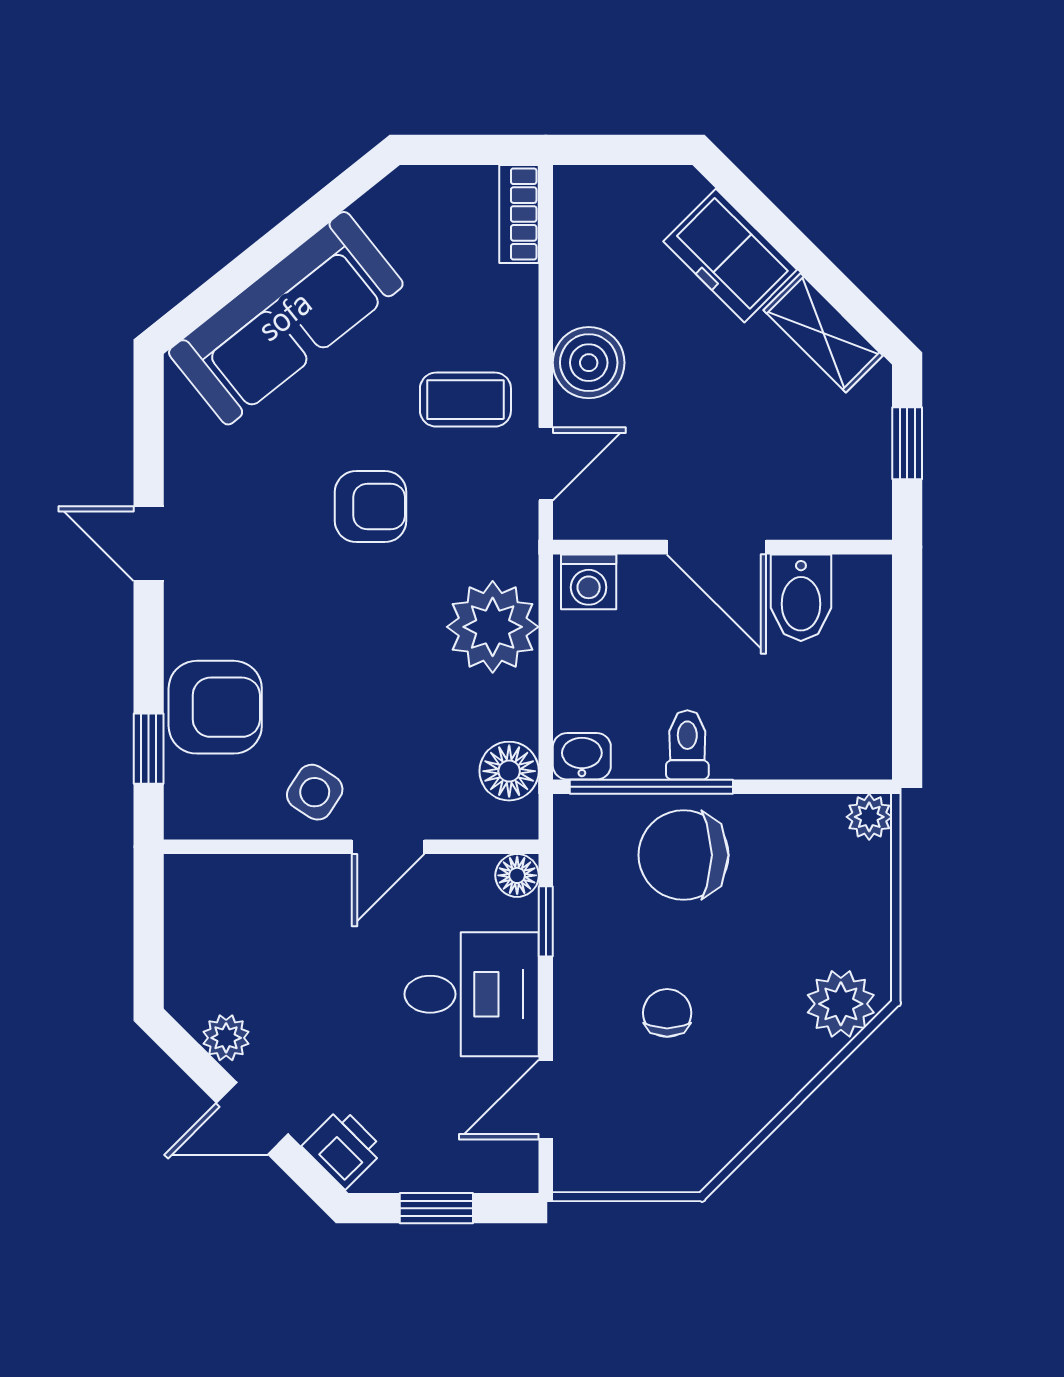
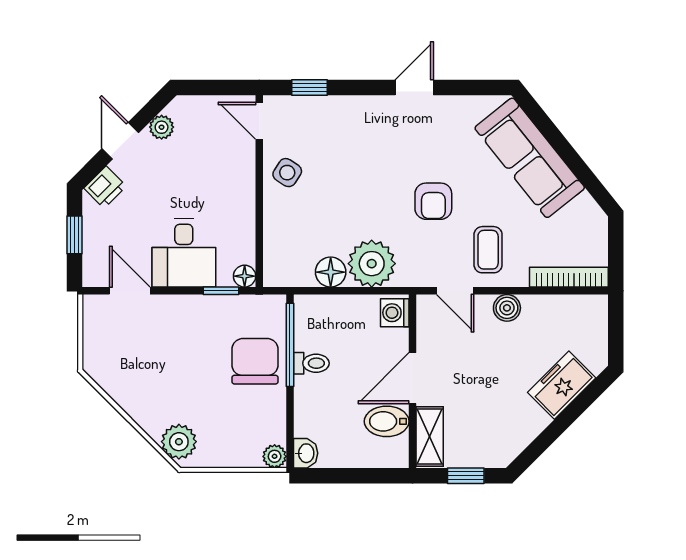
bookcase: (519, 214) -> (569, 277), width x1.56
shelving: (823, 333) -> (430, 436), moved, turned -45
boiler: (589, 363) -> (507, 308), width x0.73, depth x0.73
armchair: (215, 707) -> (331, 122), removed
washbasin: (582, 756) -> (306, 453), moved
floor lamp: (509, 771) -> (331, 272), moved
door: (388, 847) -> (259, 121), moved
chair: (667, 1013) -> (174, 353), removed

